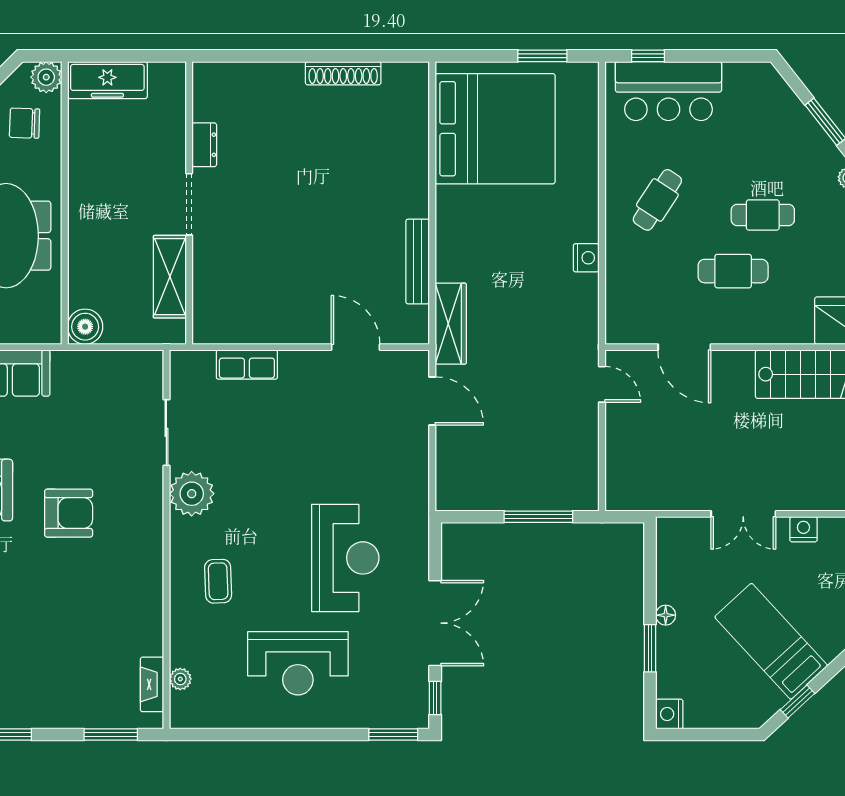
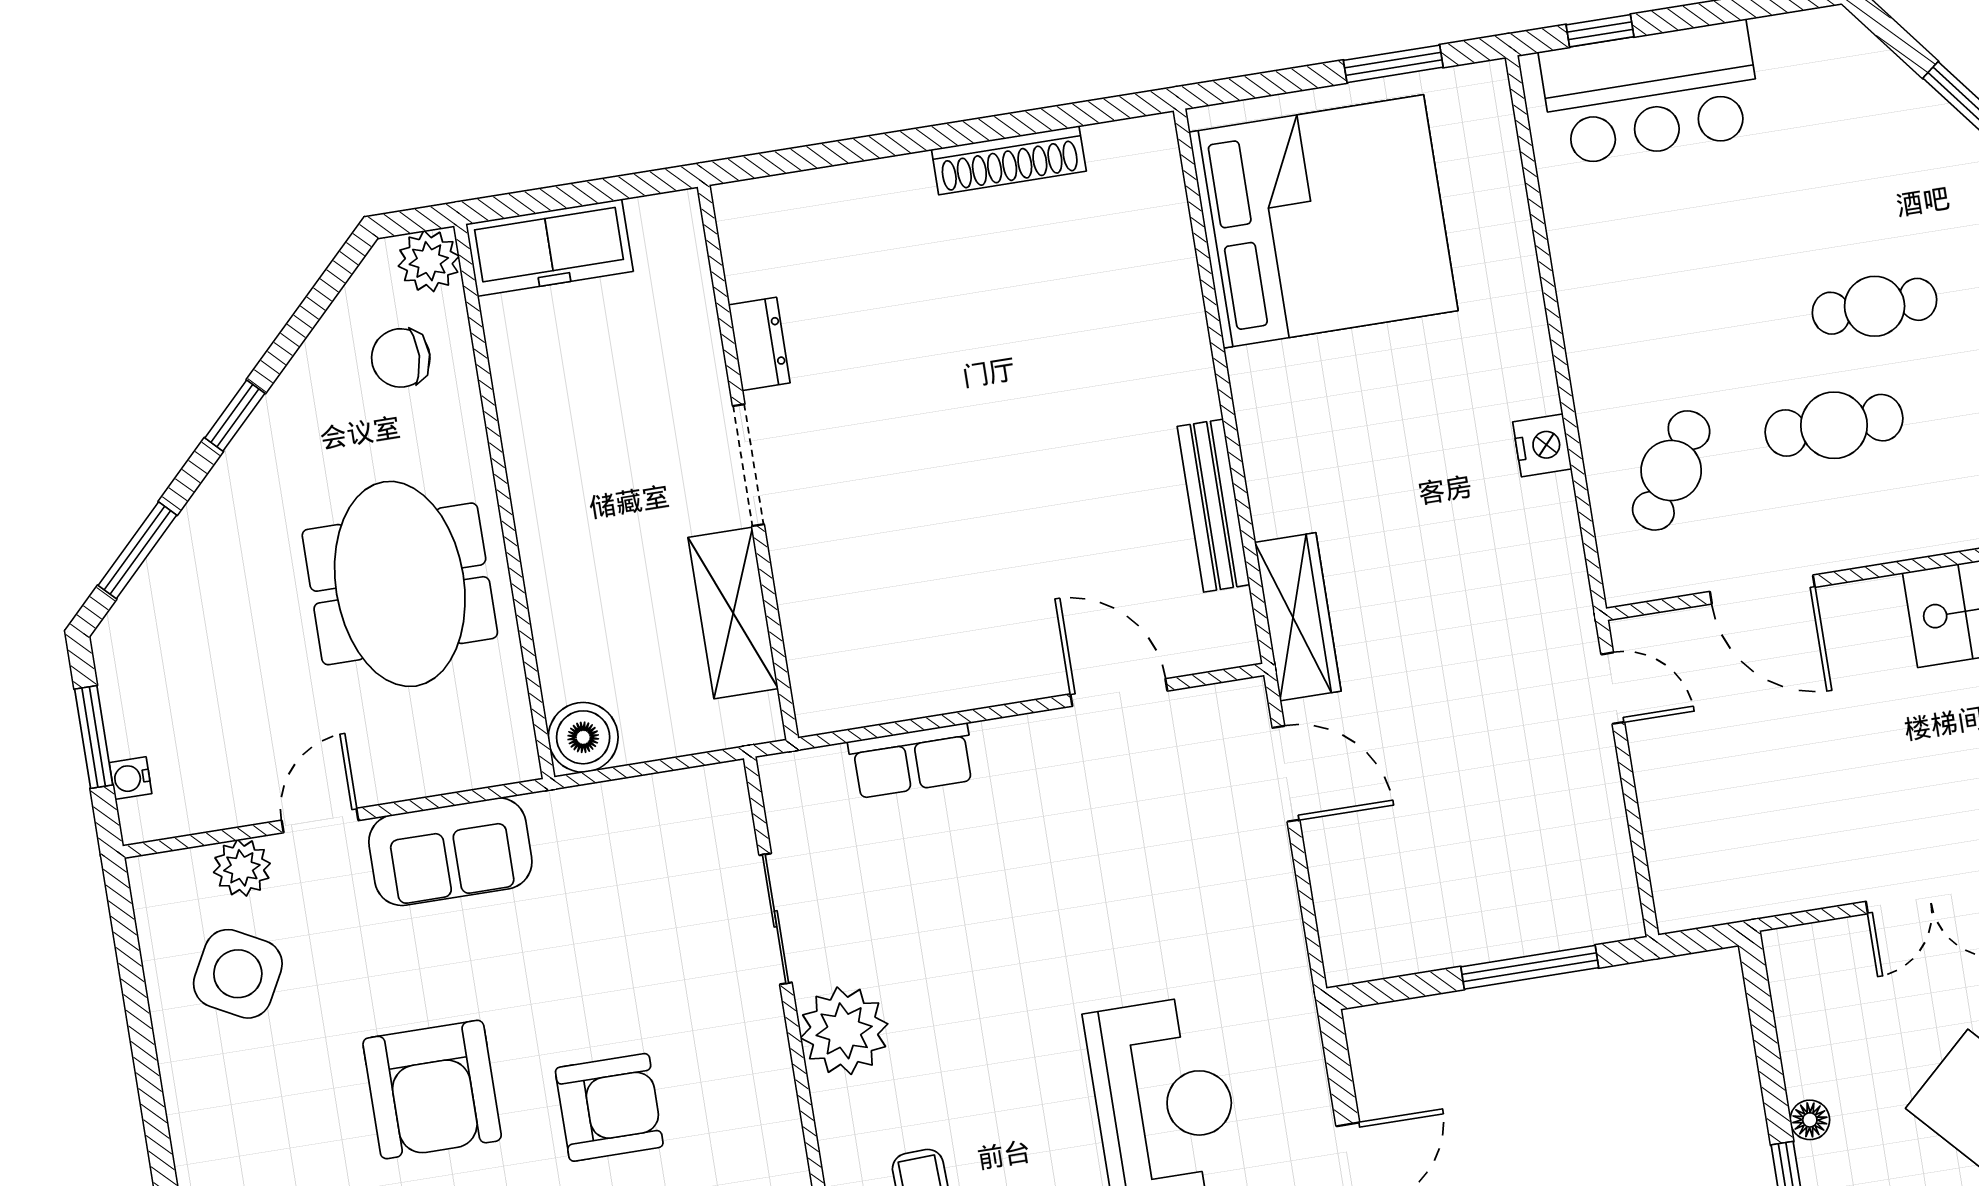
cafe table: (657, 200) -> (1671, 470), moved

